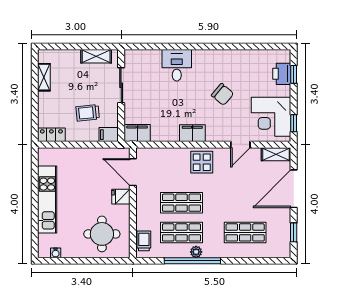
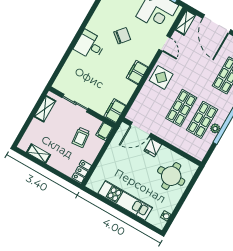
desk: (177, 65) -> (90, 45), moved
trolley: (144, 241) -> (193, 149), removed
plant: (196, 252) -> (215, 128), moved

